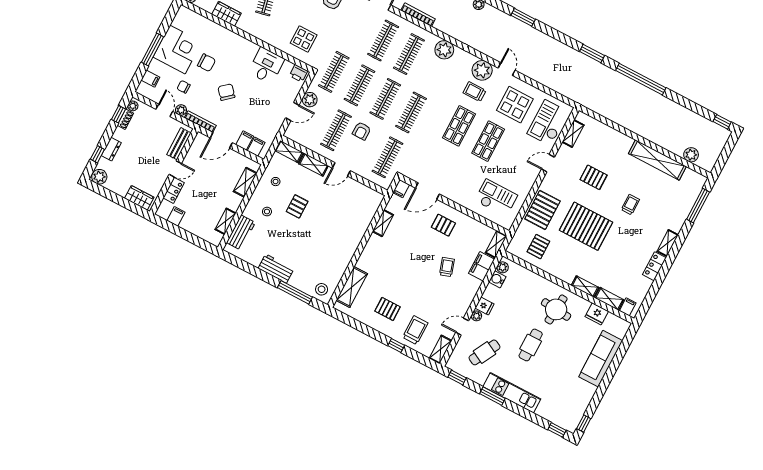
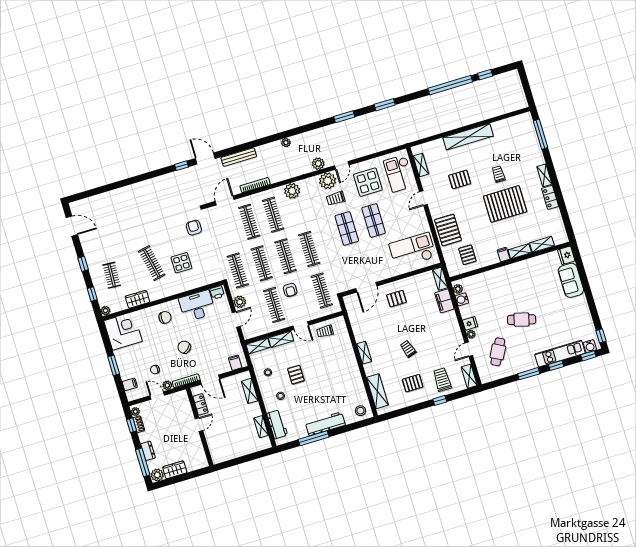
window: (523, 17) -> (344, 117), moved
display table: (304, 39) -> (181, 263), moved
window: (152, 49) -> (114, 365), width x0.69
corner desk: (177, 50) -> (123, 331), moved
chair: (206, 63) -> (165, 317), moved
desk: (266, 66) -> (197, 306), width x1.37
door: (507, 69) -> (342, 165), swing flipped
window: (641, 79) -> (450, 85), moved
window: (722, 122) -> (485, 75), moved
door: (221, 140) -> (210, 380), hinge flipped
filing cabinet: (245, 141) -> (224, 366), removed
bench: (179, 144) -> (186, 407), removed
window: (97, 154) -> (143, 462), width x2.17
plant: (691, 155) -> (318, 164), moved
shelving: (657, 160) -> (468, 137), moved
door: (341, 169) -> (301, 326), hinge flipped
filing cabinet: (401, 189) -> (349, 302), removed
locker: (174, 190) -> (201, 404), moved
trolley: (357, 194) -> (325, 331), added
wardrobe: (139, 198) -> (175, 470), moved
checkout: (496, 198) -> (412, 250), width x1.36, depth x1.21
filing cabinet: (176, 216) -> (228, 453), removed
shelving: (383, 223) -> (364, 353), moved
pallet: (586, 226) -> (505, 204), moved
trolley: (447, 267) -> (408, 349), moved
workbench: (276, 269) -> (325, 424), width x1.38
window: (295, 292) -> (314, 438), moved
filing cabinet: (628, 307) -> (503, 255), moved
round table: (556, 309) -> (516, 283), removed
fridge: (597, 314) -> (566, 255), moved, turned 90
cafe table: (531, 345) -> (522, 320), turned -75
sofa: (601, 359) -> (571, 280), width x0.73
window: (457, 377) -> (556, 365), moved
kitchen unit: (512, 393) -> (560, 354), moved
water cooler: (566, 423) -> (590, 346), added

